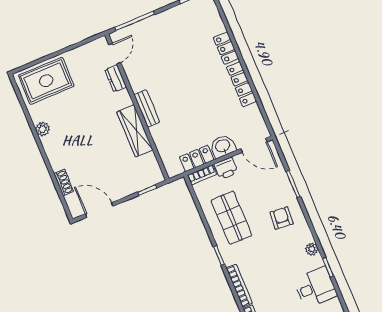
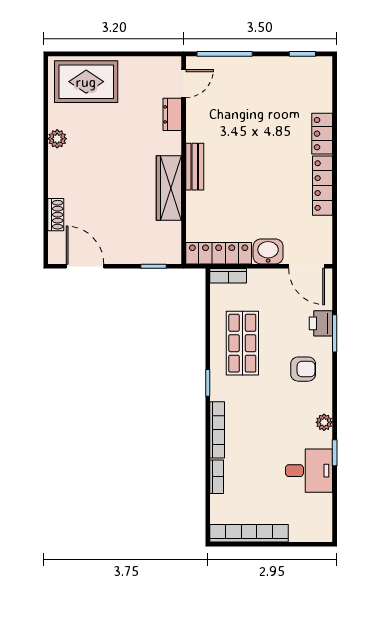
locker: (197, 159) -> (219, 253), width x1.53
printer: (226, 168) -> (321, 323), moved, turned 90
armchair: (282, 218) -> (303, 369), turned 85

